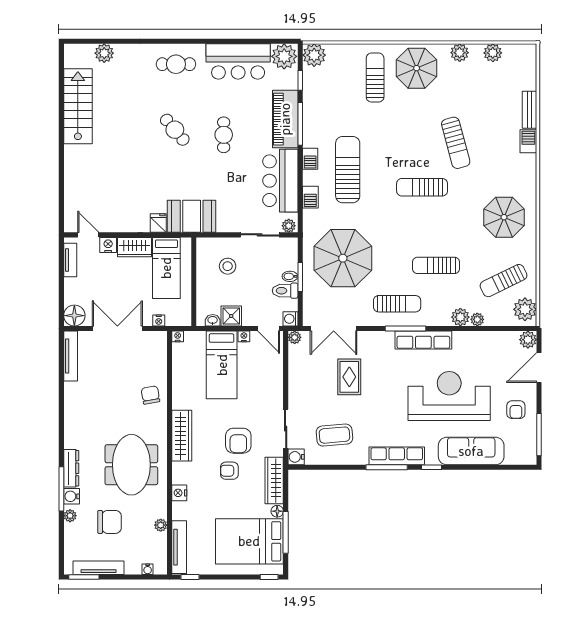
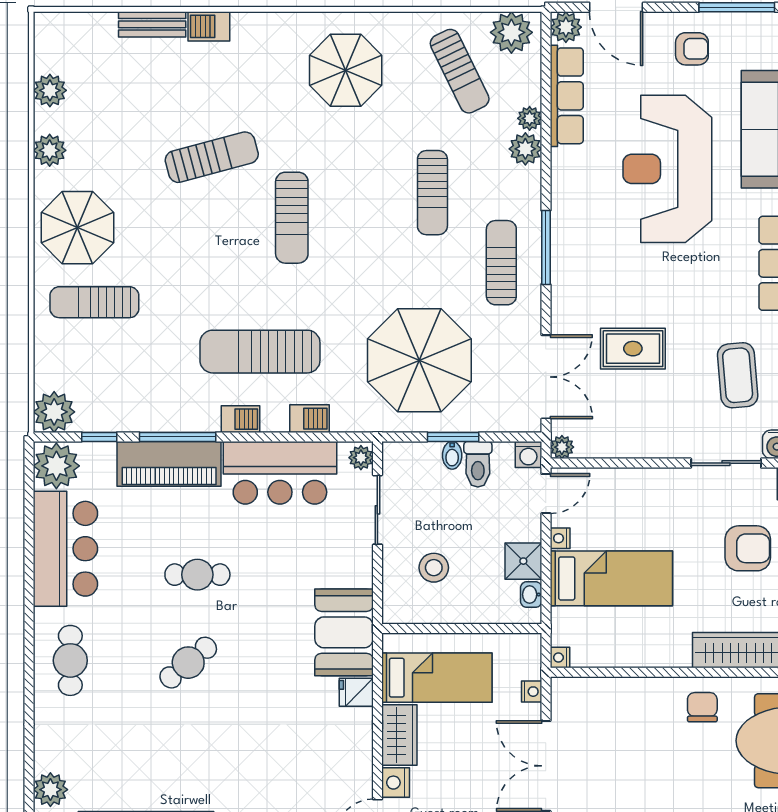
row of seats: (423, 340) -> (567, 96), moved
chair: (150, 395) -> (702, 707), moved, turned 100

